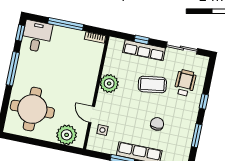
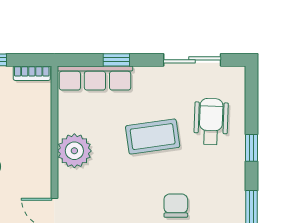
row of seats: (144, 50) -> (95, 78), moved

